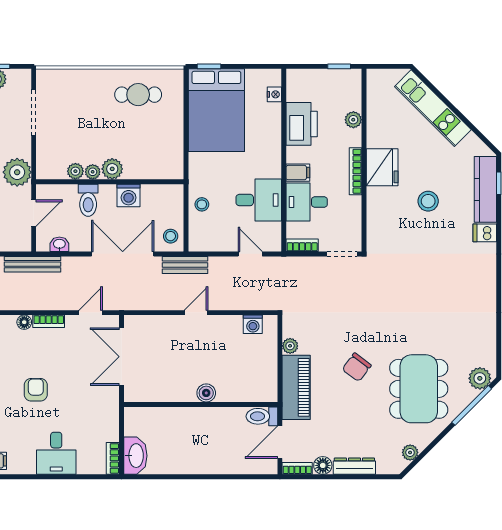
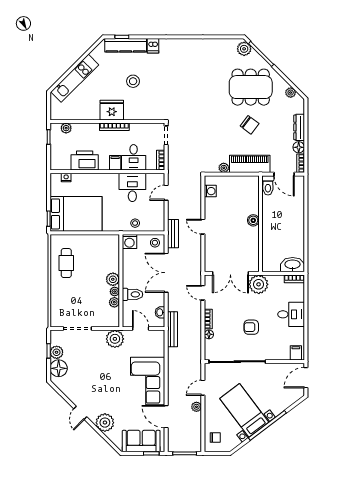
plant: (353, 120) -> (66, 128), moved
washing machine: (129, 195) -> (129, 242), moved, turned 90
chair: (357, 367) -> (250, 125), moved
plant: (104, 401) -> (259, 284), added

